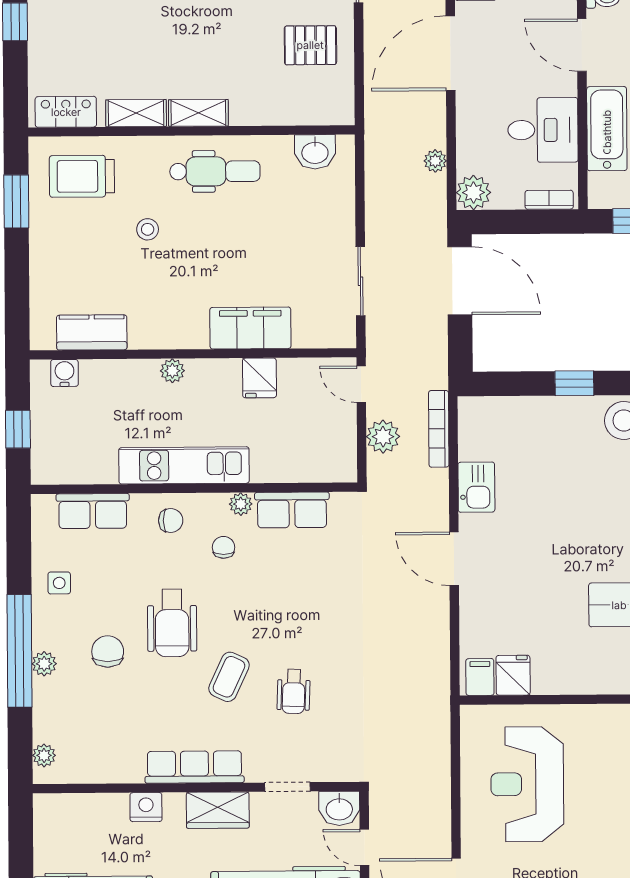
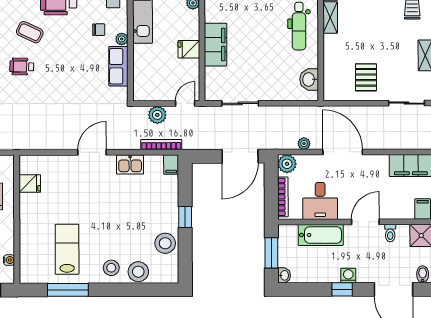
door: (451, 53) -> (343, 152), moved
bookcase: (549, 200) -> (283, 197), width x1.56
filing cabinet: (480, 677) -> (171, 165), moved, turned 90

